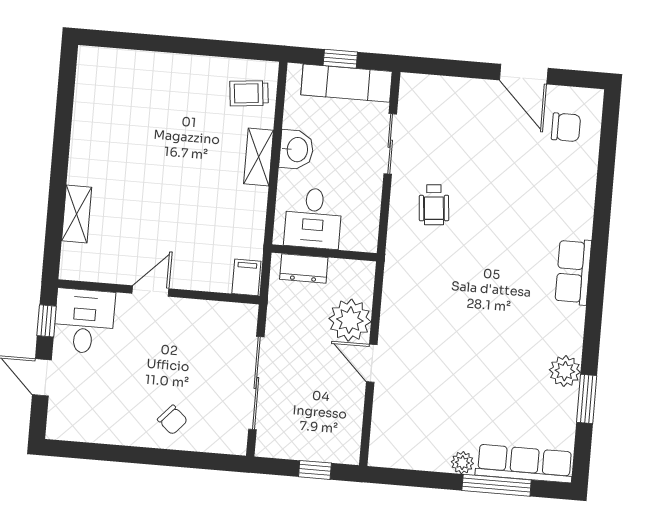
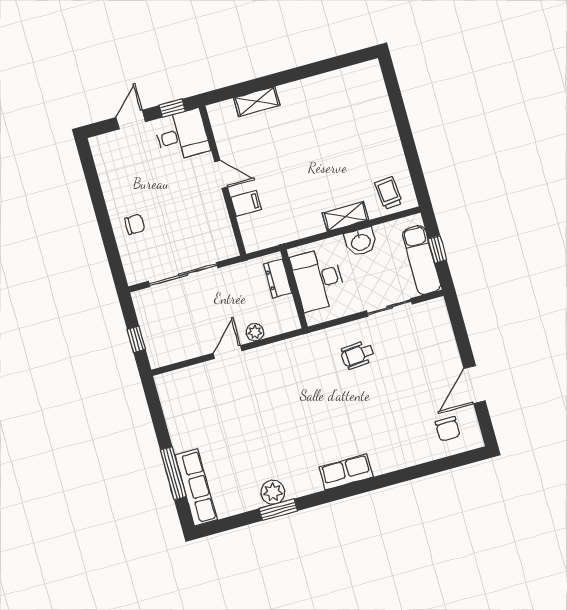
desk: (313, 218) -> (318, 279), width x1.37
filing cabinet: (246, 277) -> (246, 203), moved
plant: (350, 320) -> (255, 332), width x0.53, depth x0.53
window: (587, 399) -> (278, 510), moved
chair: (173, 420) -> (135, 224), turned -132
plant: (462, 463) -> (180, 443), removed

